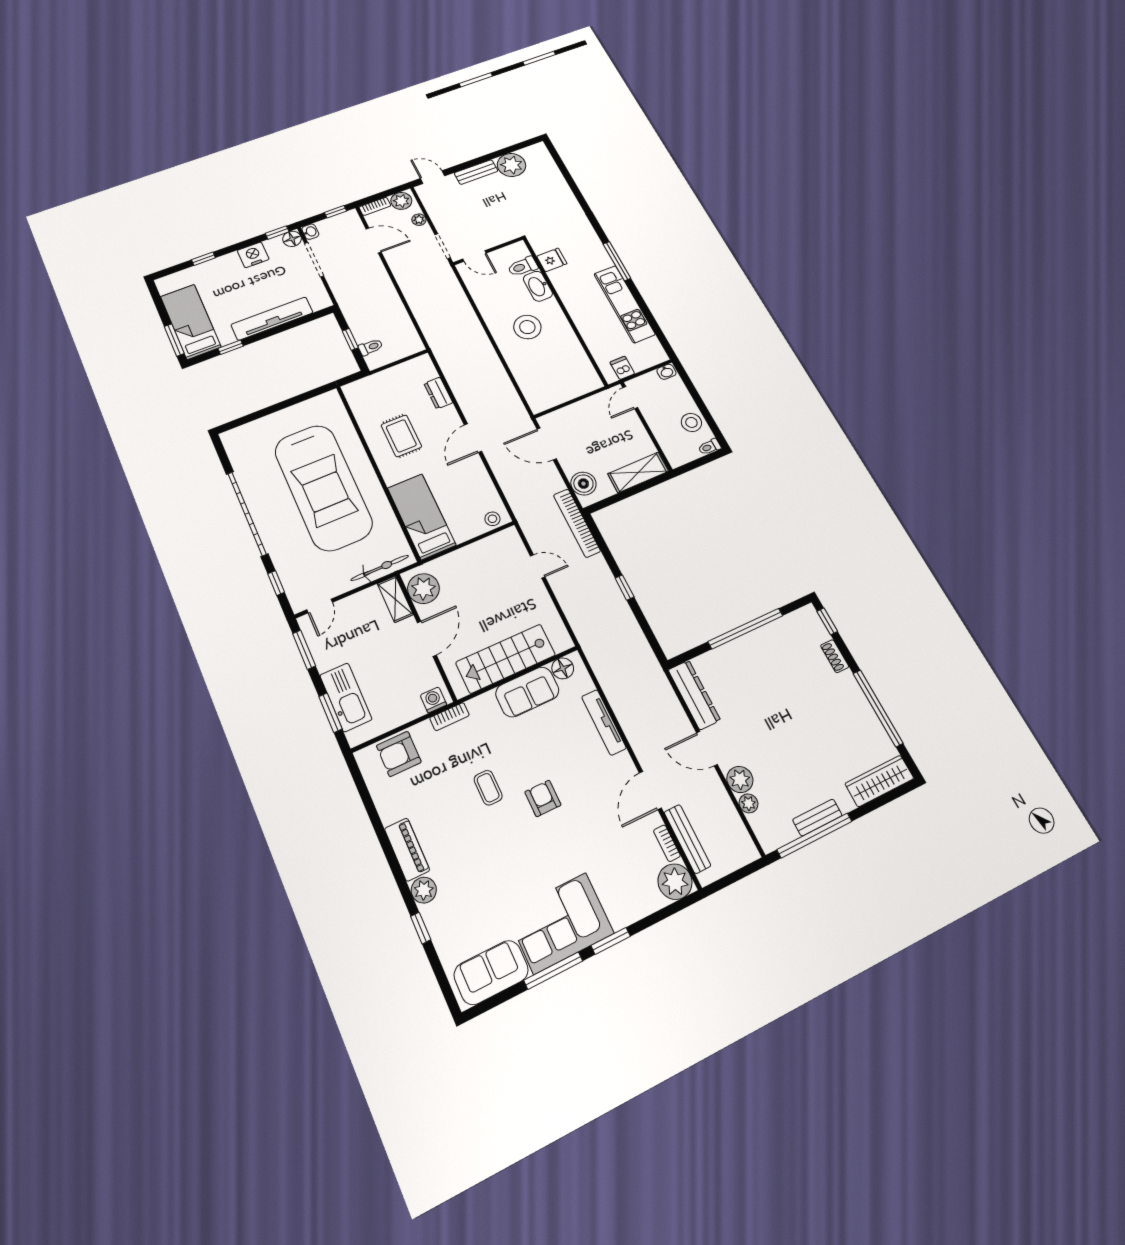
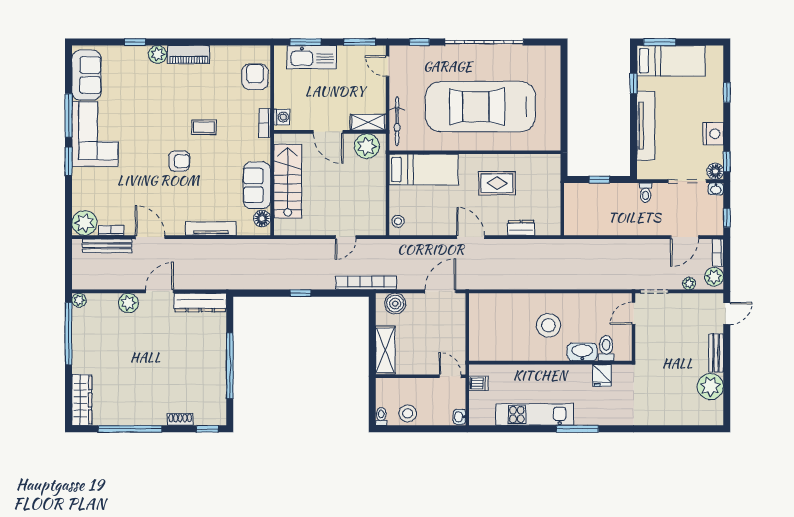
toilet: (371, 347) -> (645, 193), moved
plant: (749, 803) -> (79, 300), moved
bench: (817, 817) -> (79, 342), removed

